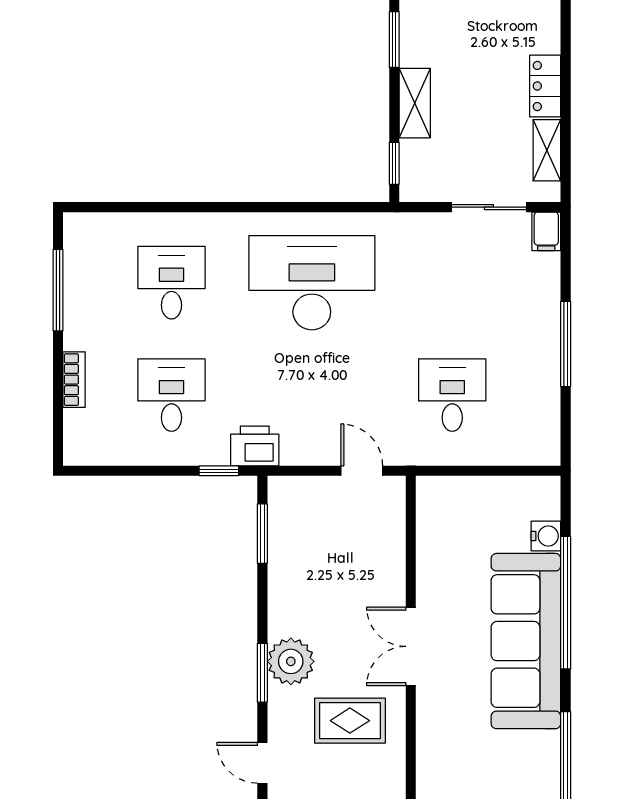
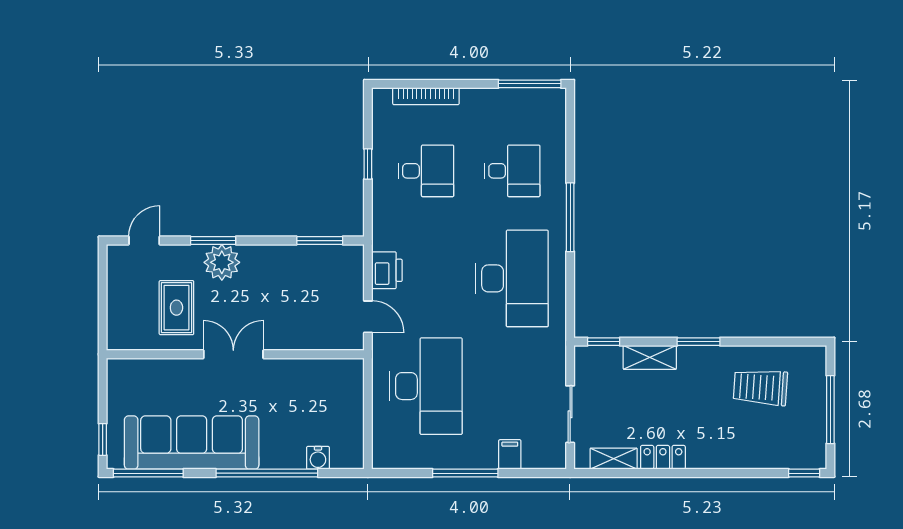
window: (232, 207) -> (570, 217), added
filing cabinet: (546, 231) -> (510, 454), moved, turned 90
window: (58, 290) -> (530, 84), moved
bookcase: (74, 380) -> (426, 96), width x1.56
desk: (452, 395) -> (426, 386), width x1.87, depth x1.30
printer: (255, 446) -> (387, 270), moved
window: (219, 471) -> (368, 164), moved
door: (362, 471) -> (368, 317), hinge flipped
sofa: (526, 641) -> (192, 443), moved

